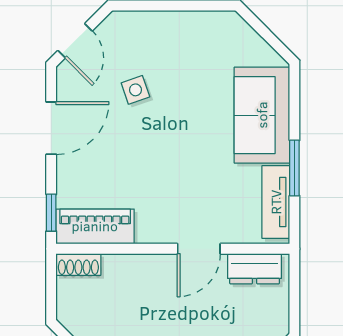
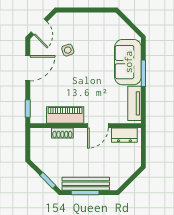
window: (294, 168) -> (143, 73), moved
piano: (95, 226) -> (65, 115), moved
shoe rack: (78, 264) -> (62, 133), moved

